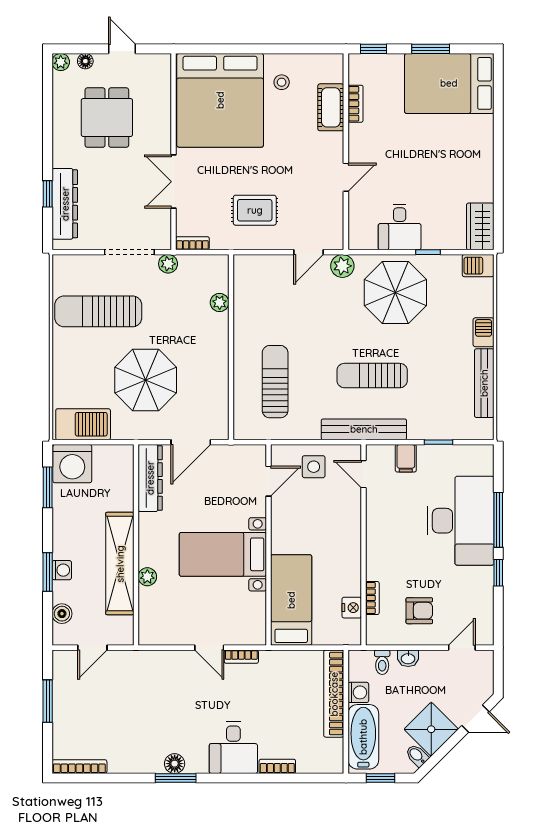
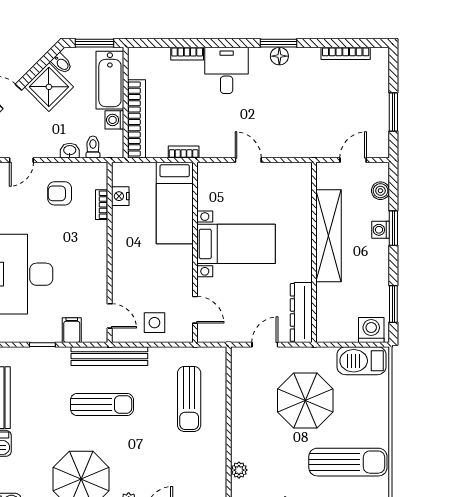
door: (191, 442) -> (265, 345), width x0.73
washing machine: (72, 464) -> (371, 330), width x0.73, depth x0.73
door: (269, 481) -> (195, 310), swing flipped
plant: (147, 577) -> (304, 224), removed
bookcase: (241, 657) -> (184, 152), moved
bookcase: (79, 767) -> (346, 53), moved
window: (380, 778) -> (94, 43), width x1.50

